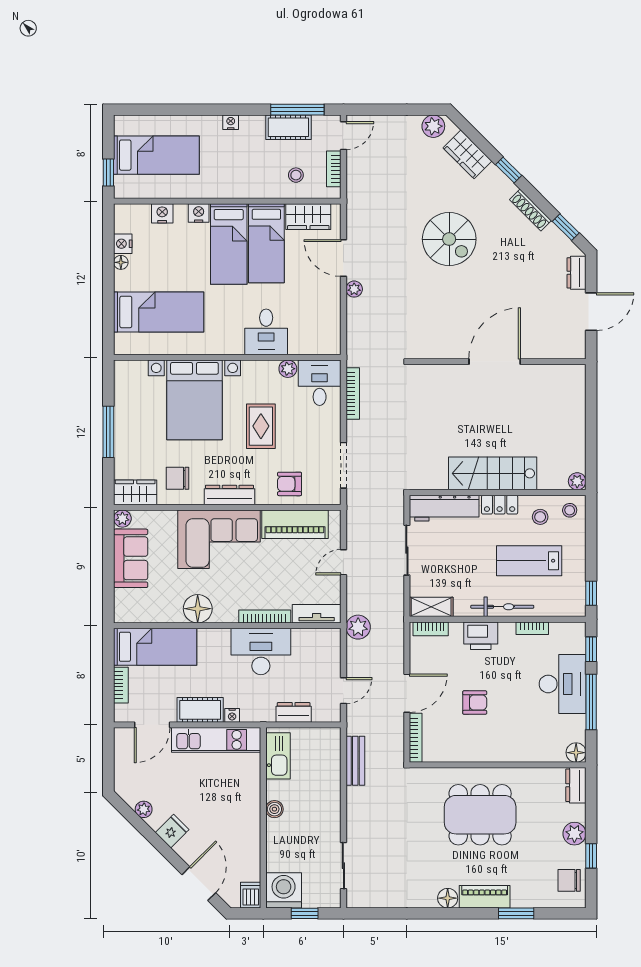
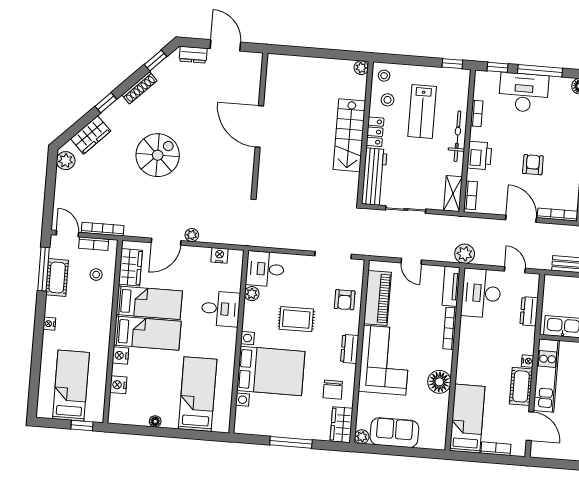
nightstand: (123, 244) -> (220, 255), moved, turned 180
bookcase: (353, 393) -> (103, 229), moved
dresser: (229, 495) -> (350, 349), width x0.70
desk: (261, 651) -> (481, 293), moved

